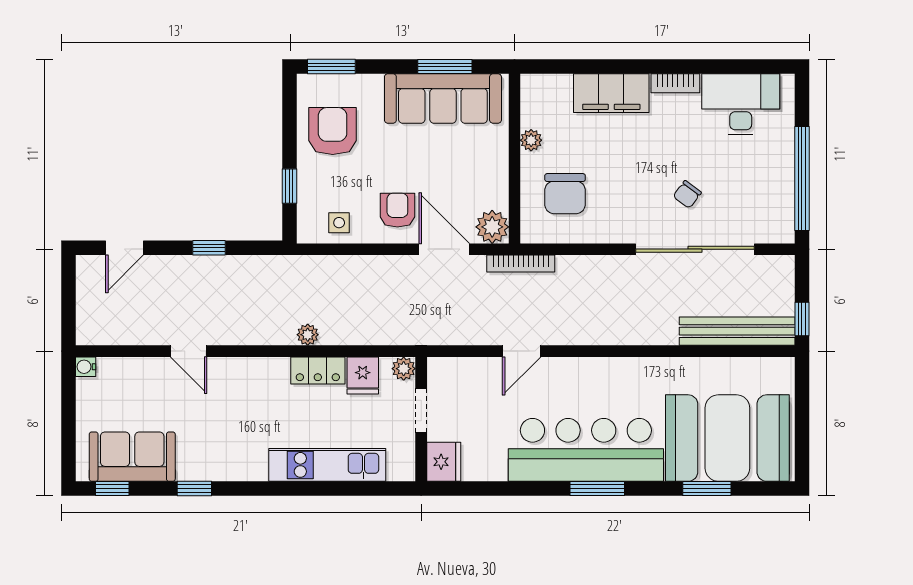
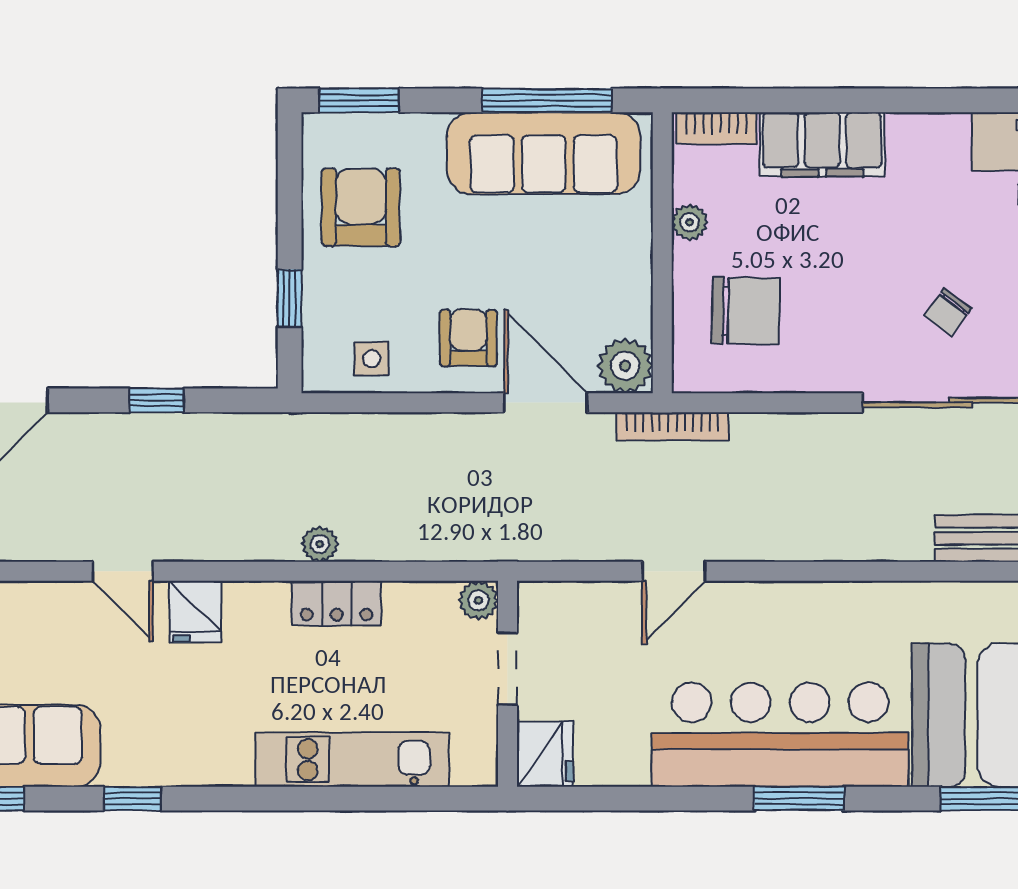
window: (445, 67) -> (547, 100), width x1.44
bookcase: (675, 83) -> (716, 128), moved
chair: (565, 194) -> (746, 311), turned -89
fridge: (363, 376) -> (195, 612), moved

